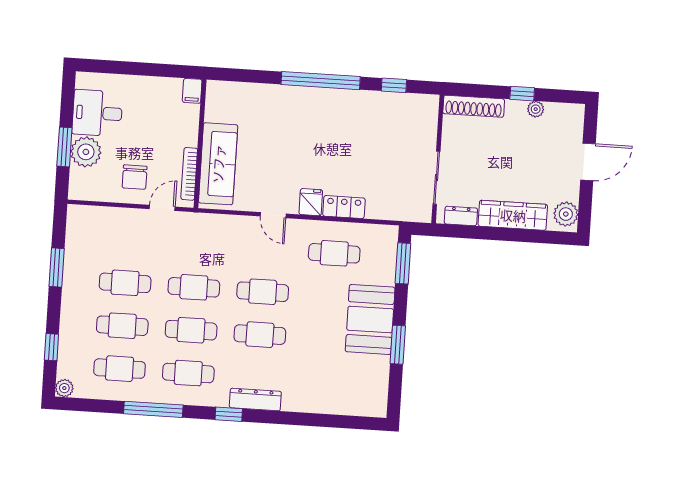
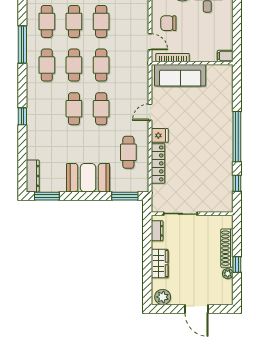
shoe rack: (474, 106) -> (227, 248), moved
locker: (344, 207) -> (158, 163), width x1.53
wardrobe: (513, 215) -> (160, 264), width x0.67
window: (398, 345) -> (47, 196), moved
dresser: (255, 400) -> (33, 176), moved
window: (229, 414) -> (22, 116), moved

